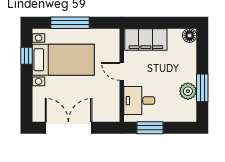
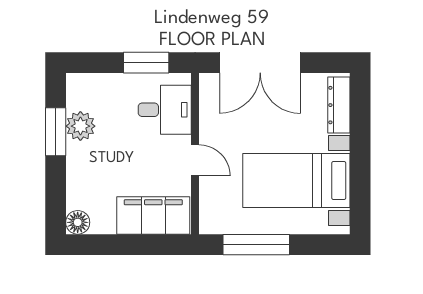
window: (70, 23) -> (256, 245), moved
window: (26, 56) -> (360, 187), removed
dresser: (39, 103) -> (339, 105), added
double door: (68, 128) -> (260, 63), moved

